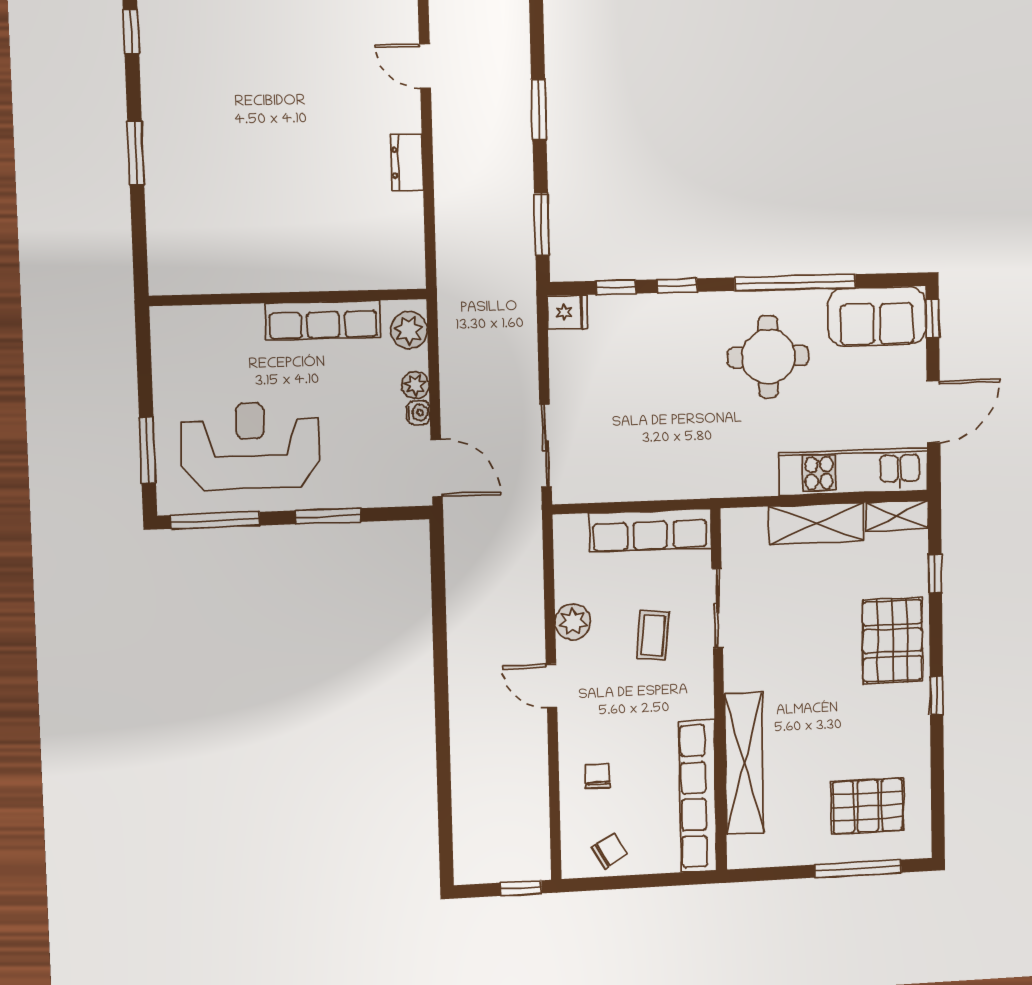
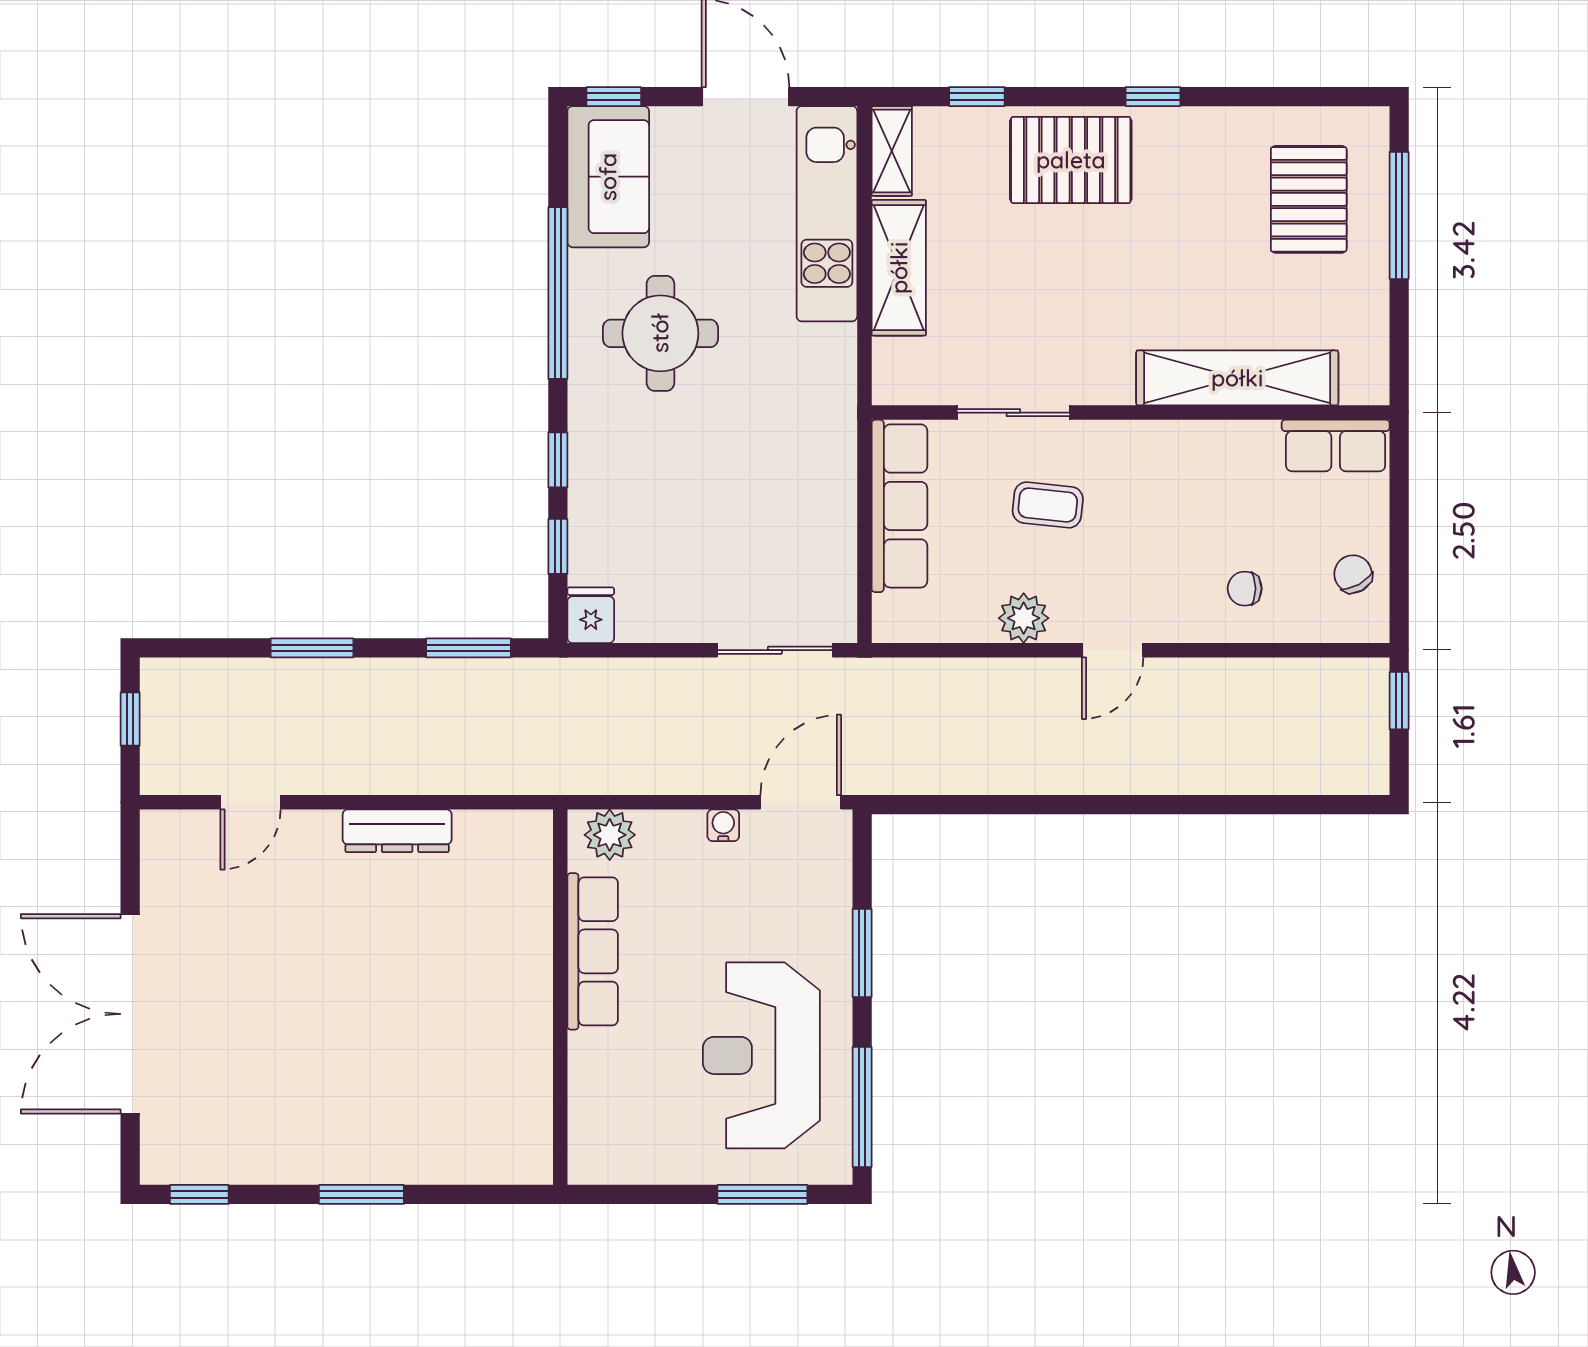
dresser: (407, 162) -> (397, 831), width x1.44
plant: (415, 385) -> (685, 828), removed
row of seats: (698, 796) -> (1336, 446), width x0.50

